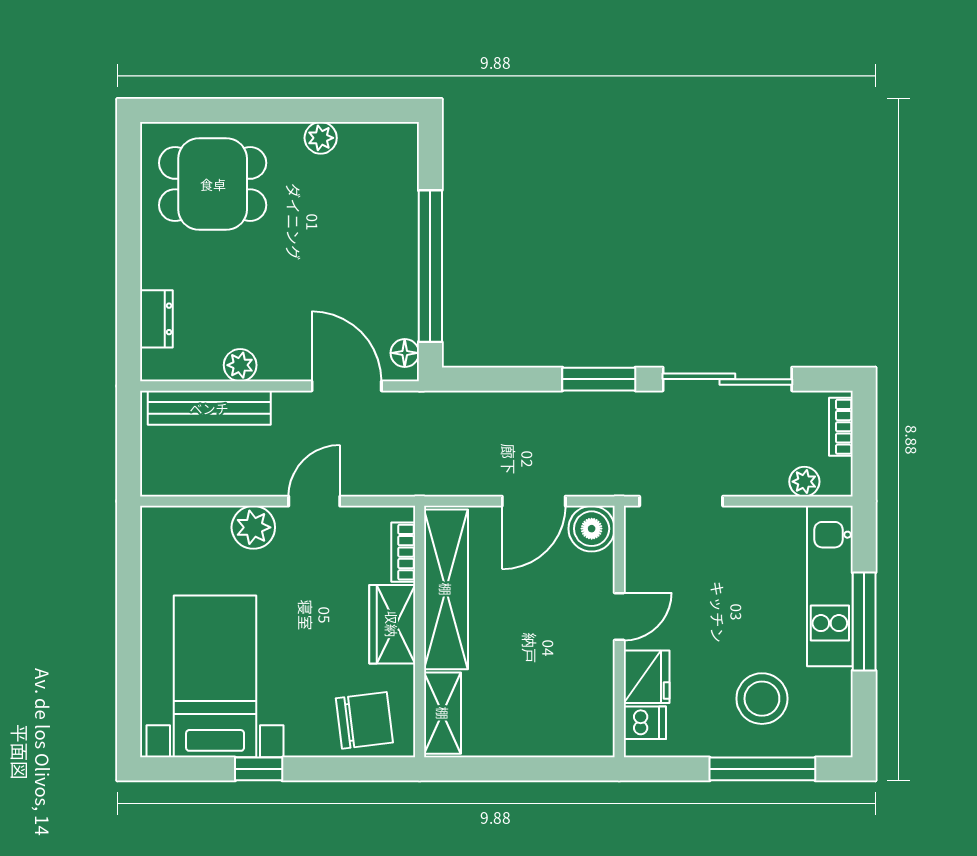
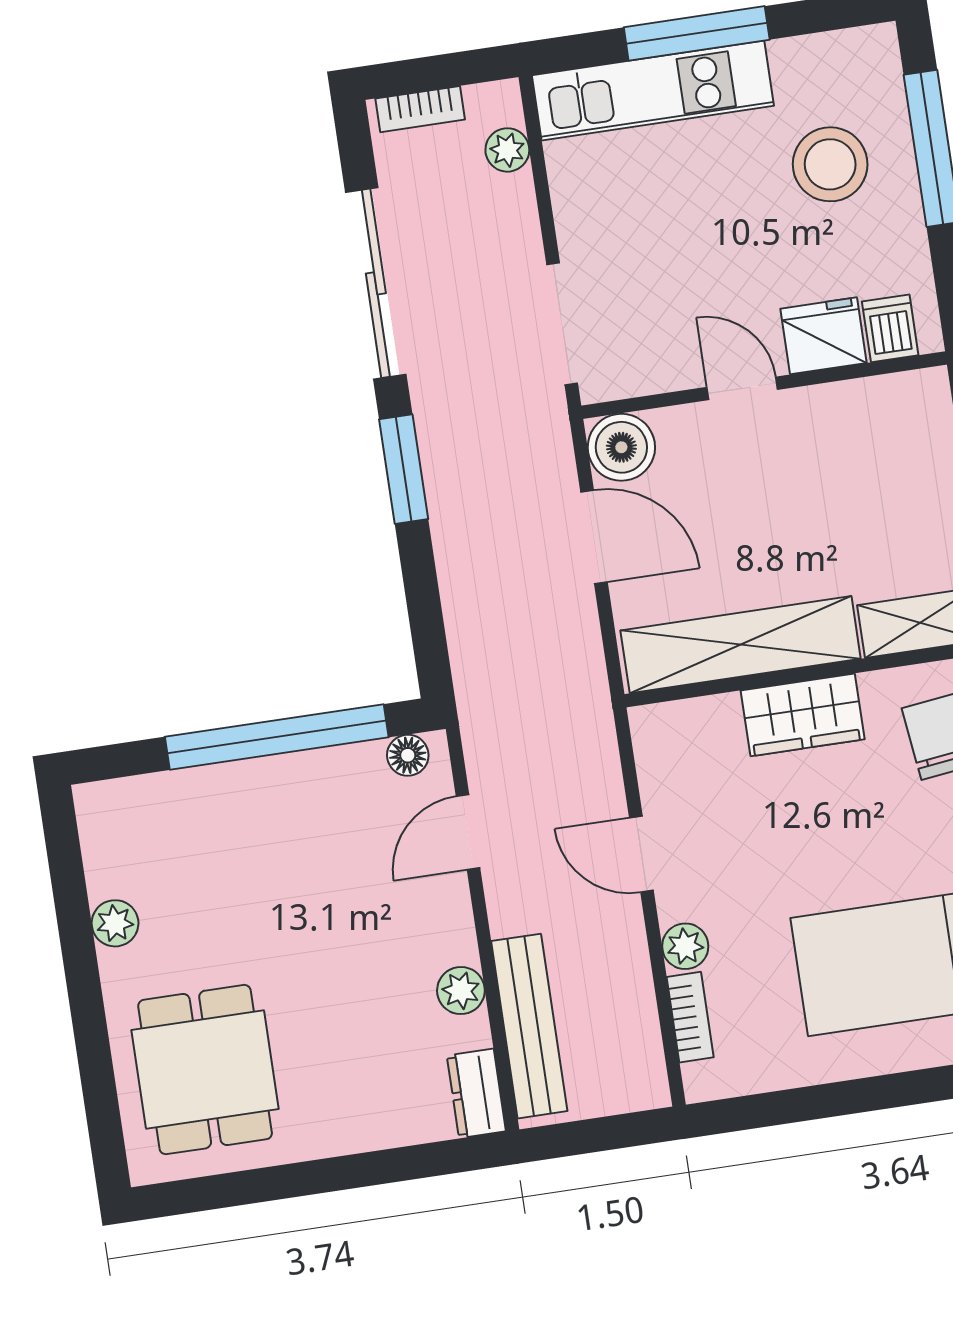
dresser: (156, 319) -> (476, 1093), moved, turned -90
door: (347, 386) -> (468, 832), width x0.73
plant: (253, 527) -> (685, 946), width x0.73, depth x0.73
bookcase: (403, 552) -> (690, 1017), moved, turned -90

